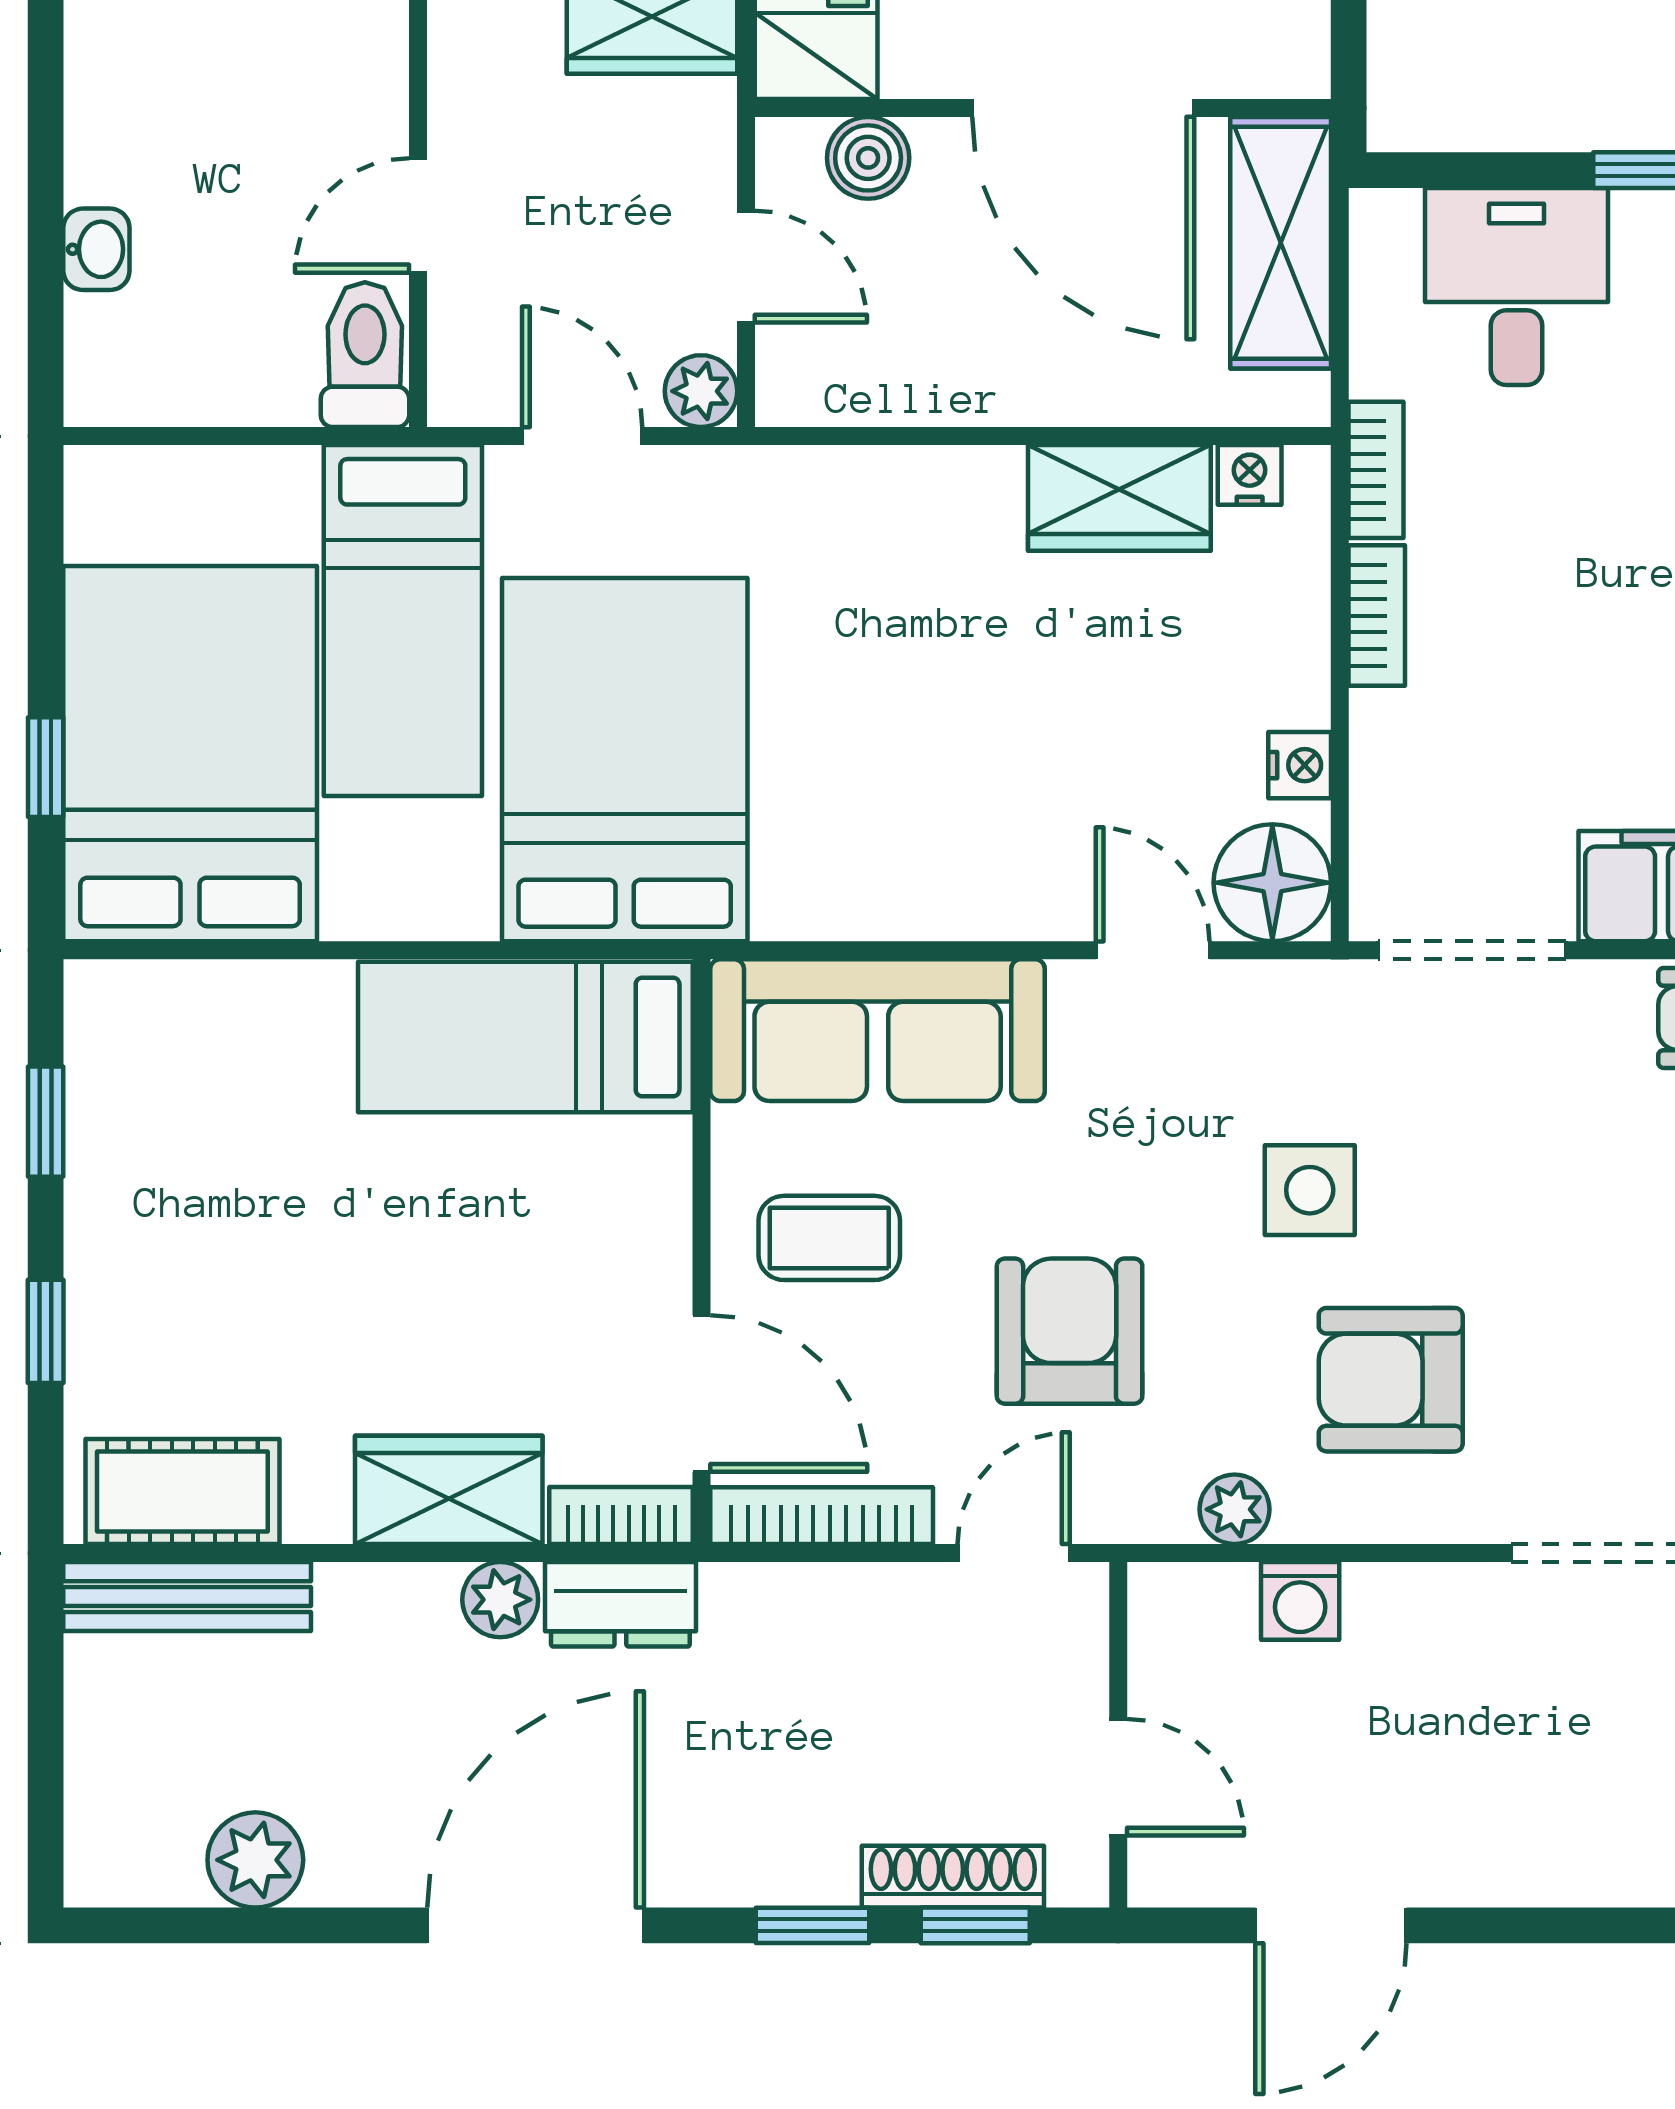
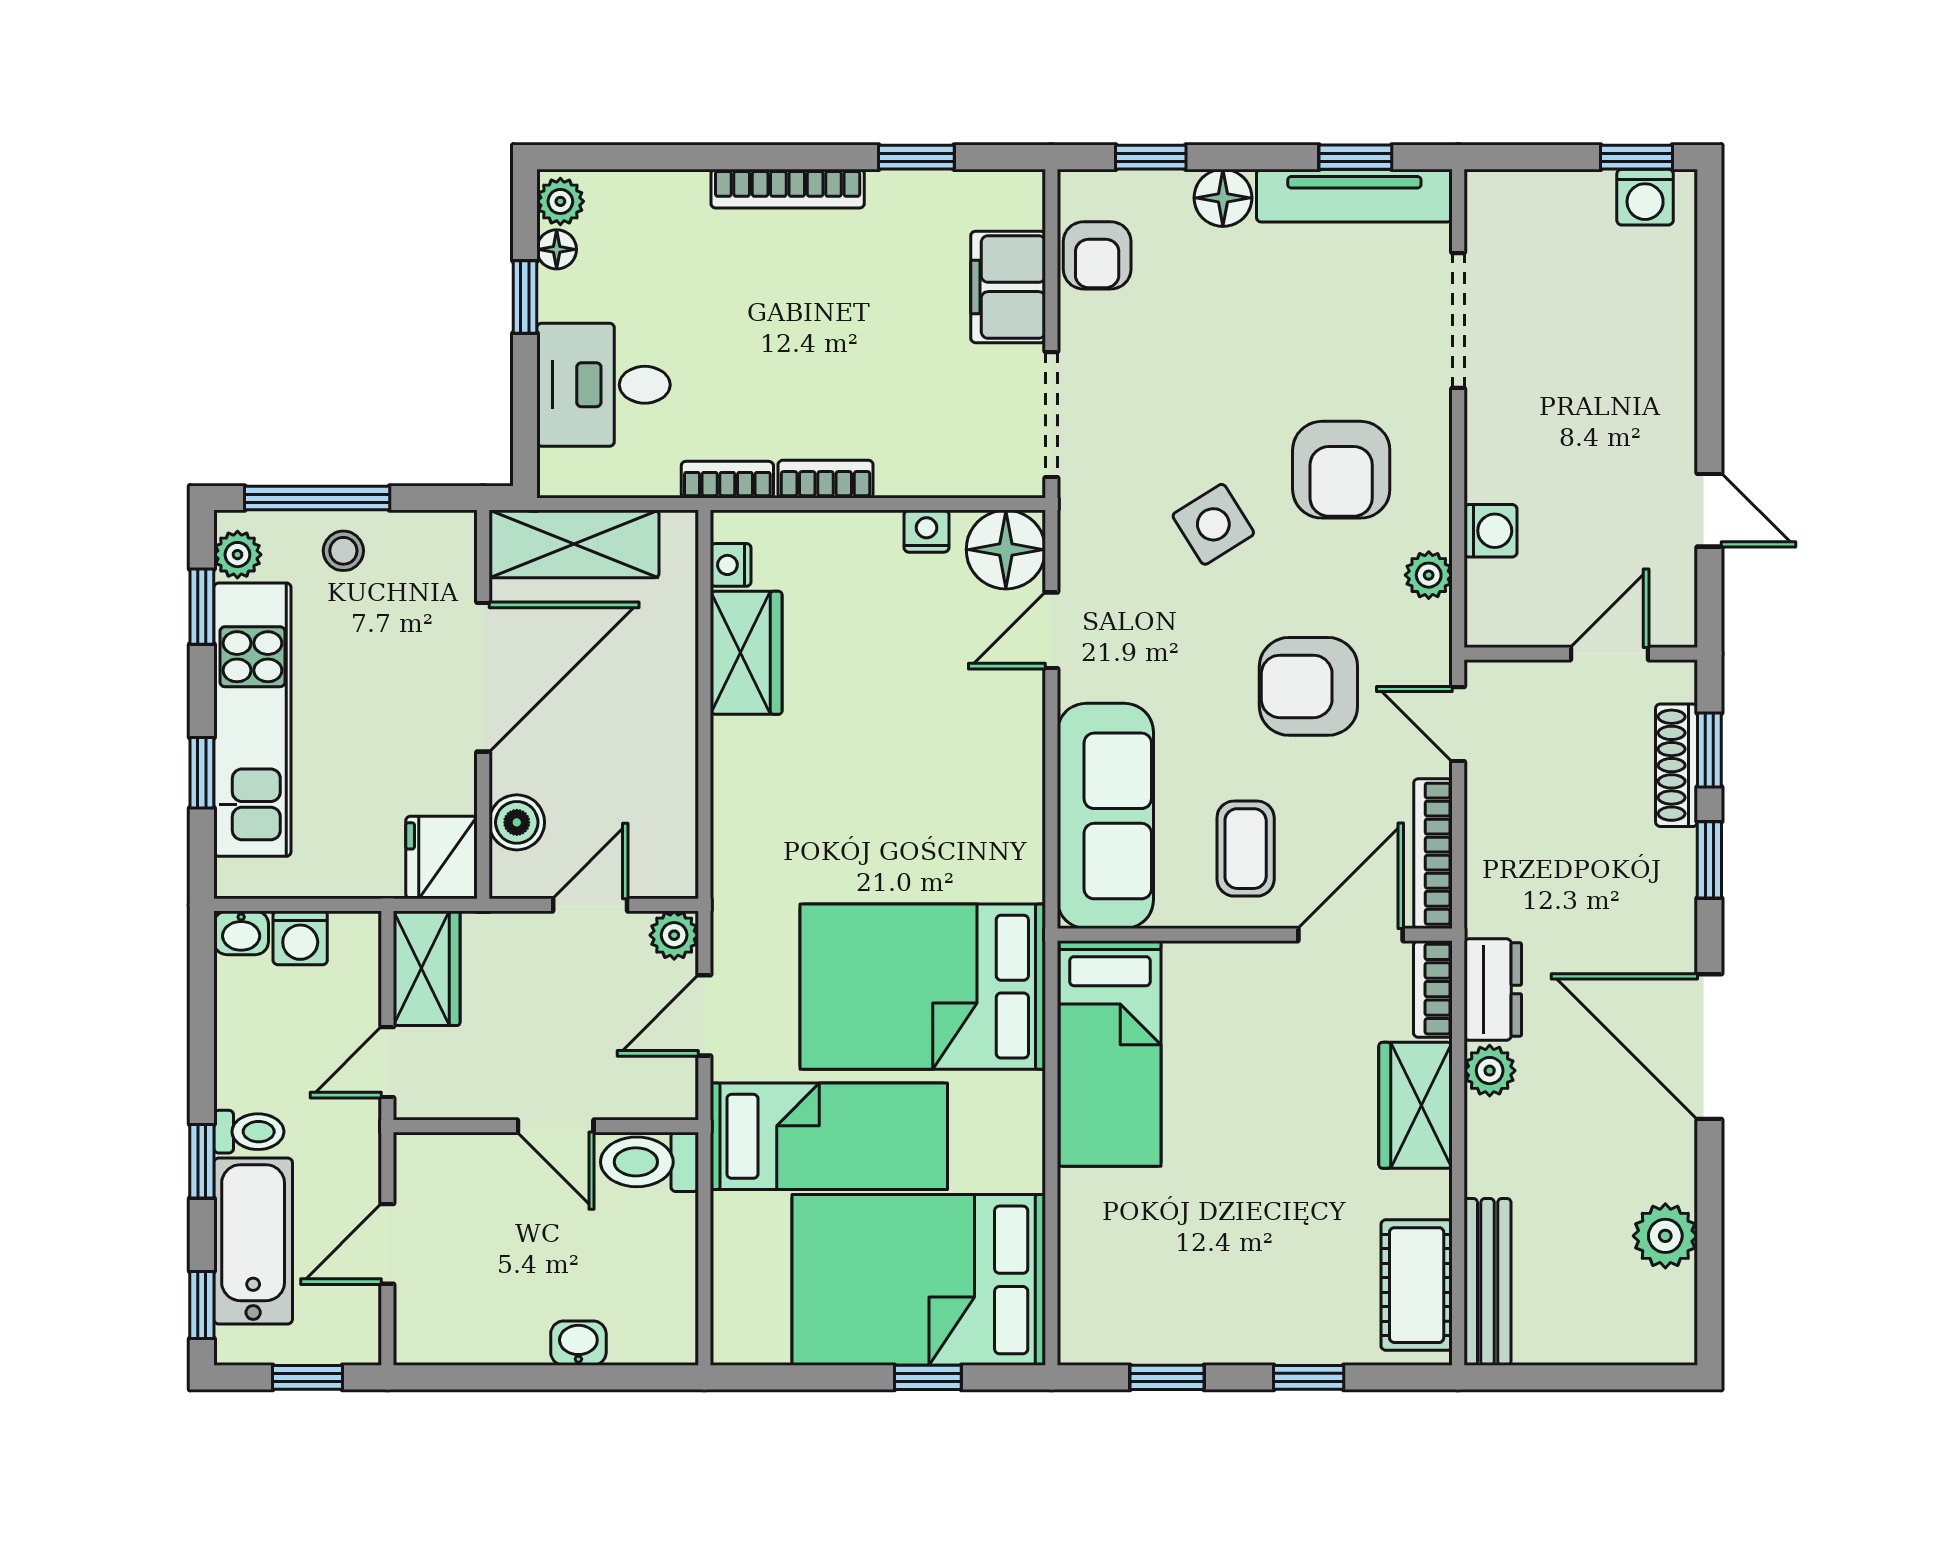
side table: (1310, 1190) -> (1213, 524), turned -32
door: (1331, 1925) -> (1709, 510), width x0.73

